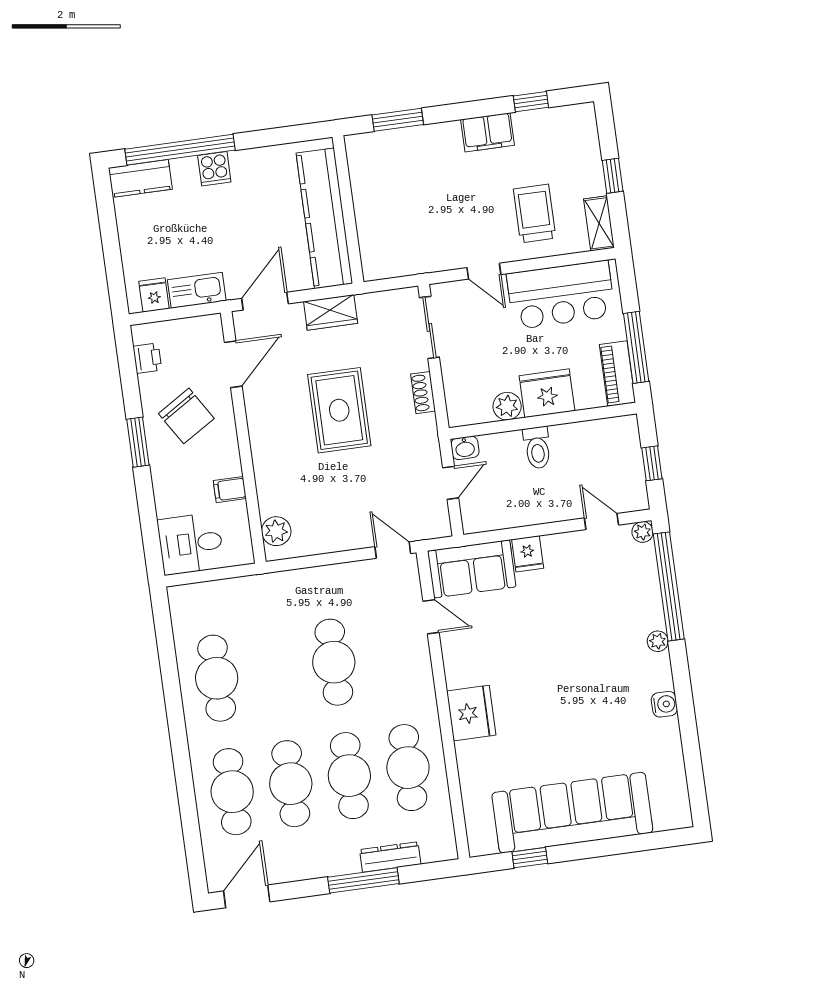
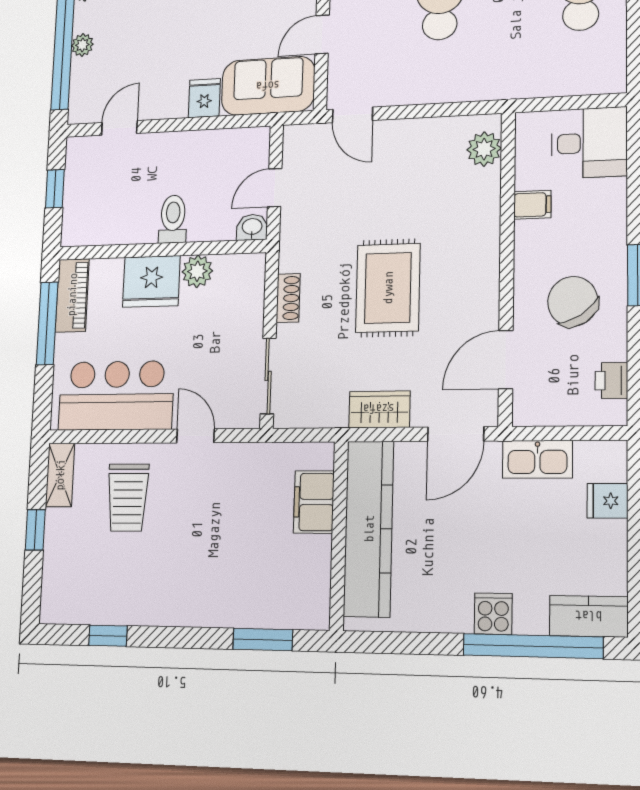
filing cabinet: (488, 132) -> (314, 502), moved, turned -90
fridge: (154, 295) -> (607, 501), moved, turned 90
door: (601, 521) -> (119, 128), swing flipped
plant: (643, 532) -> (82, 45), moved
door: (431, 617) -> (322, 34), hinge flipped

